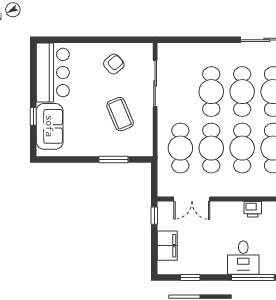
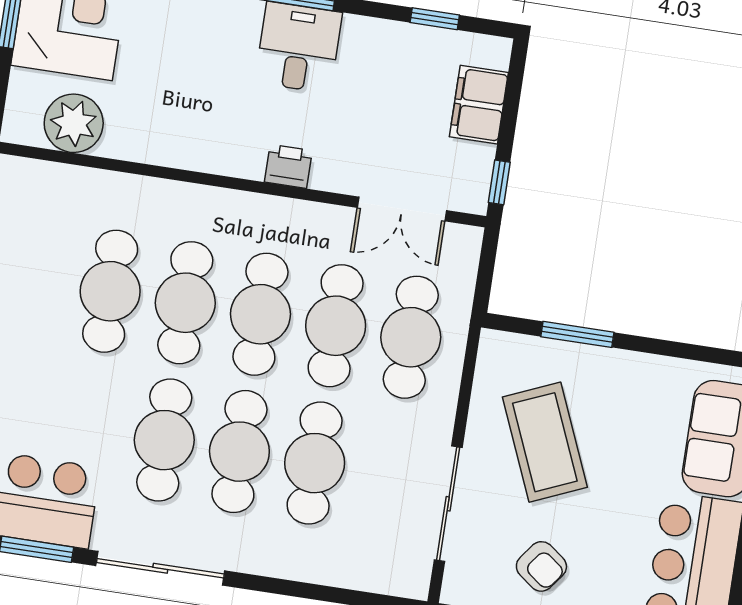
armchair: (114, 64) -> (541, 566), turned -102
coffee table: (120, 114) -> (545, 442), width x1.36, depth x1.32
double door: (192, 199) -> (402, 209), swing flipped
printer: (253, 209) -> (288, 166), moved

